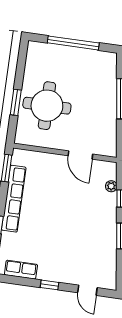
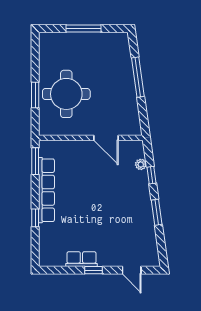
window: (73, 43) -> (84, 29), width x0.68
row of seats: (21, 270) -> (81, 259), moved

